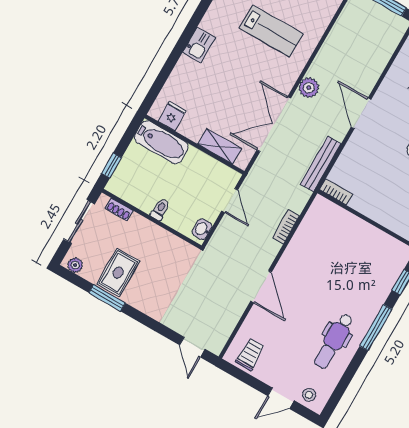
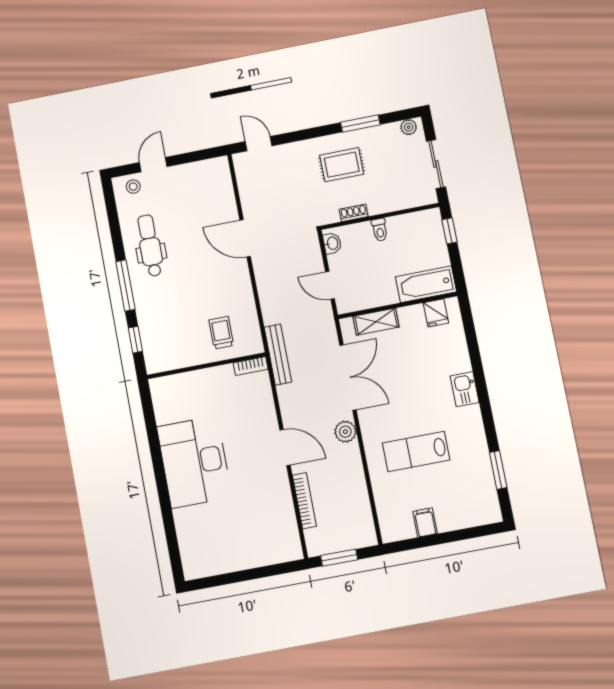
bench: (321, 164) -> (278, 355), moved
shoe rack: (119, 209) -> (354, 213), moved
bookcase: (286, 227) -> (304, 501), moved, width x1.56
rug: (118, 273) -> (342, 165), moved, turned 90
trolley: (250, 354) -> (221, 333), moved, turned 180

